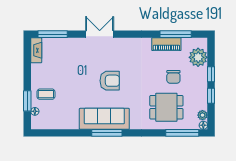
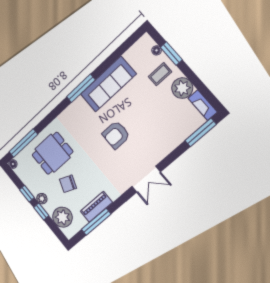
double door: (100, 34) -> (146, 179), moved
plant: (40, 73) -> (182, 88), added
chair: (173, 77) -> (68, 184), turned -69
plant: (202, 115) -> (42, 199), moved
sofa: (104, 119) -> (108, 84), moved

